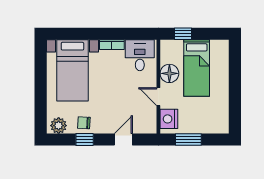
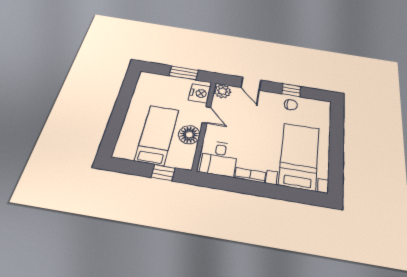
plant: (59, 126) -> (222, 91), moved
door: (123, 140) -> (251, 84), hinge flipped

